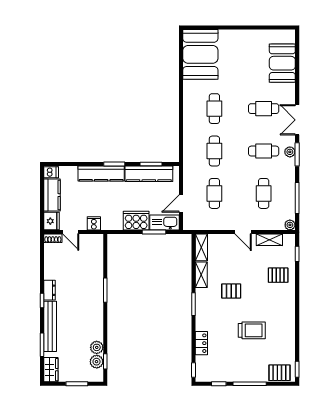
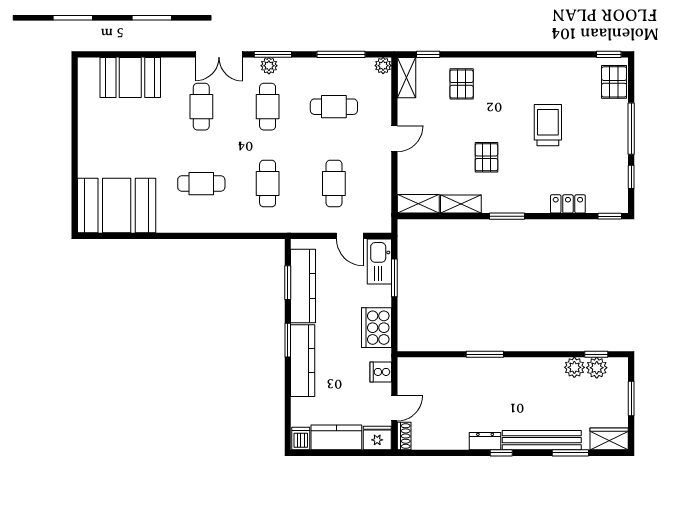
cafe table: (214, 151) -> (268, 184), turned 90
cafe table: (214, 193) -> (334, 184), turned 90
cooker: (136, 221) -> (377, 328), moved
shelving: (269, 240) -> (406, 78), moved

